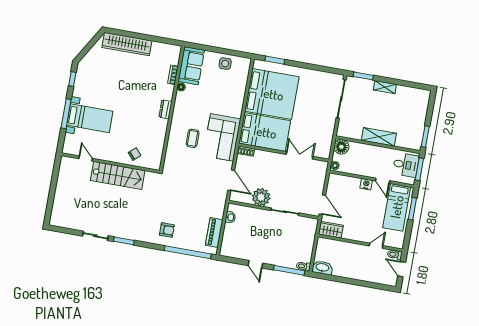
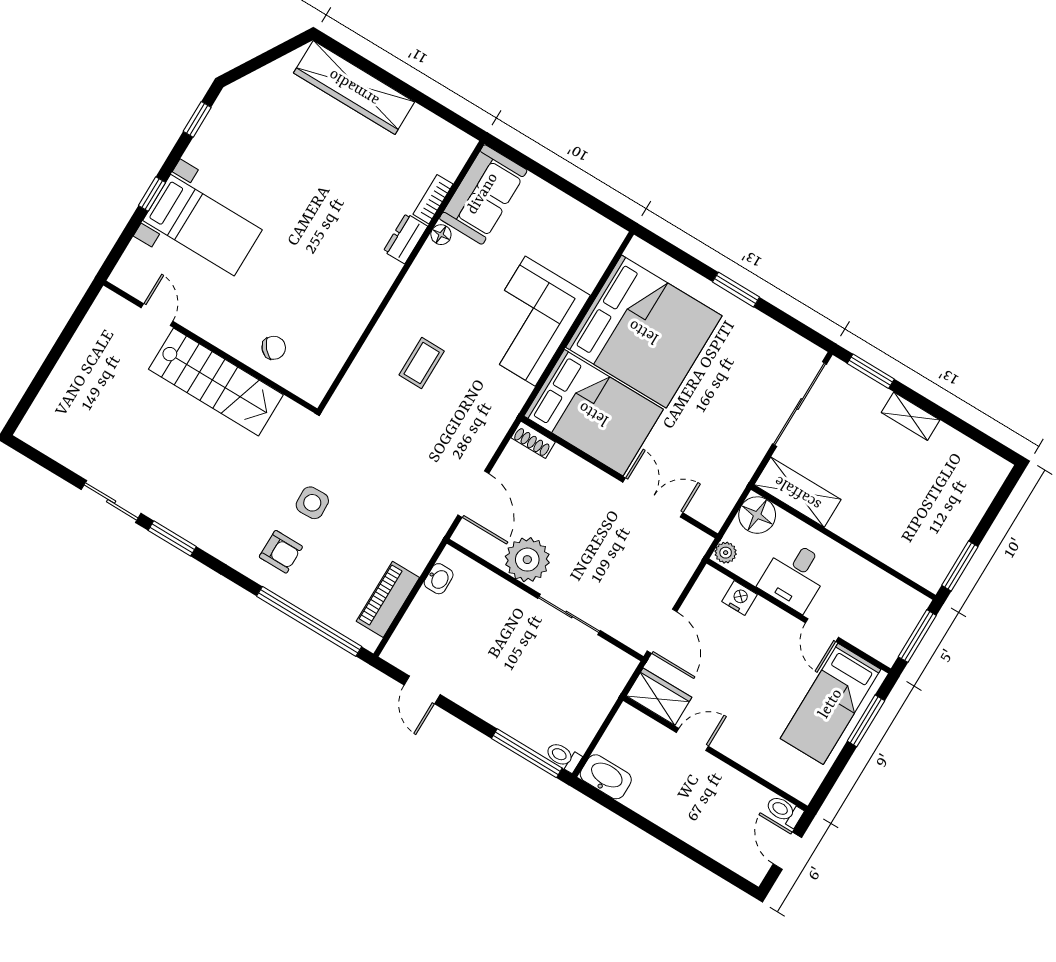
window: (275, 60) -> (736, 290), moved
side table: (225, 64) -> (312, 503), moved
dresser: (166, 109) -> (405, 239), moved
window: (66, 114) -> (152, 194), width x0.46
corner sofa: (222, 137) -> (530, 321), moved
shelving: (379, 137) -> (798, 492), moved
desk: (406, 165) -> (795, 576), moved, turned 90
nightstand: (366, 184) -> (740, 598), moved
door: (376, 246) -> (692, 739), moved
door: (255, 264) -> (422, 690), moved

